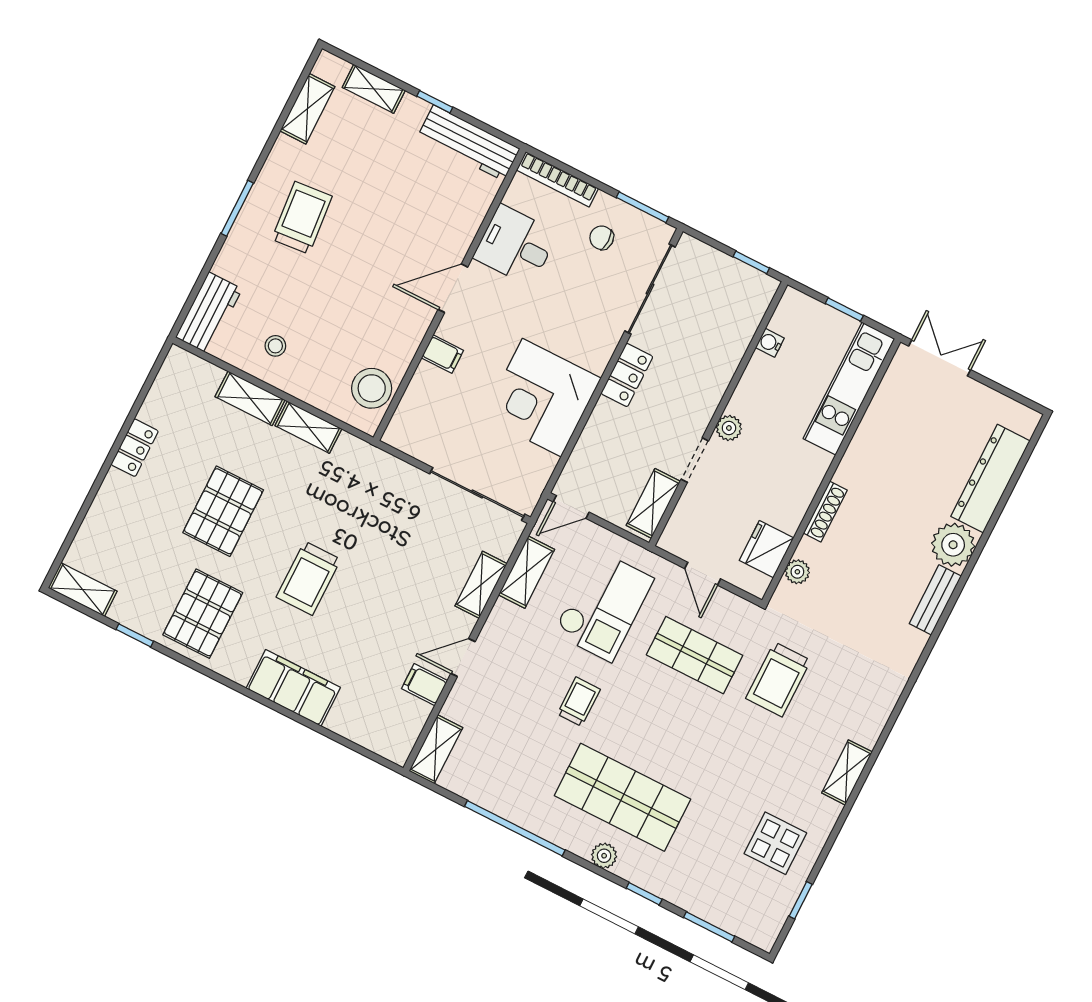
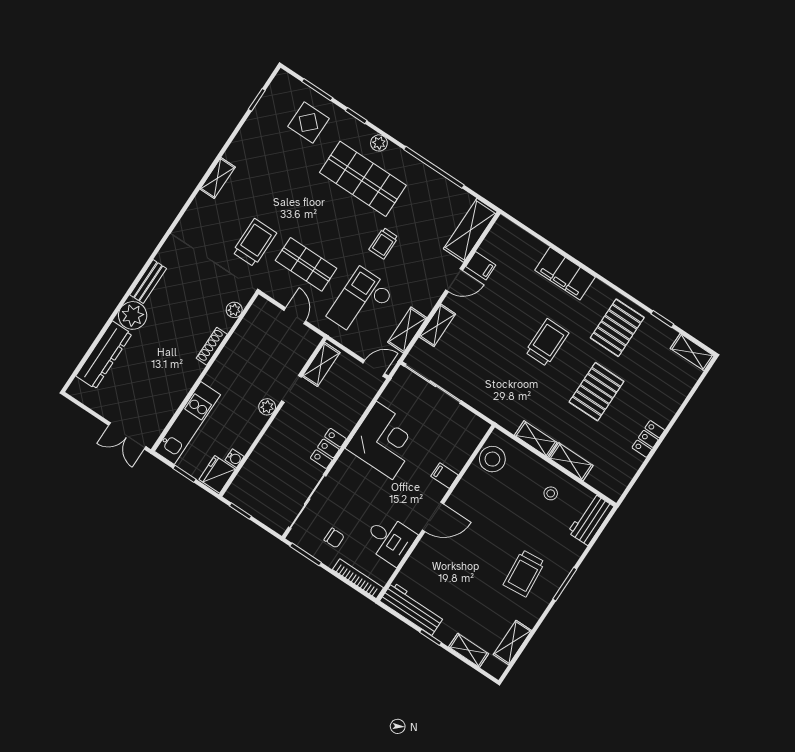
fridge: (766, 549) -> (217, 474), moved, turned 180
shelving: (436, 749) -> (470, 230), width x1.50, depth x1.33
display table: (775, 843) -> (308, 123), moved

